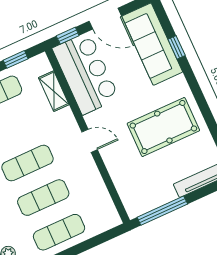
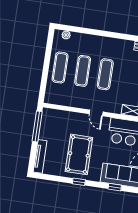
window: (202, 102) -> (79, 182), added
door: (90, 141) -> (96, 113), hinge flipped

